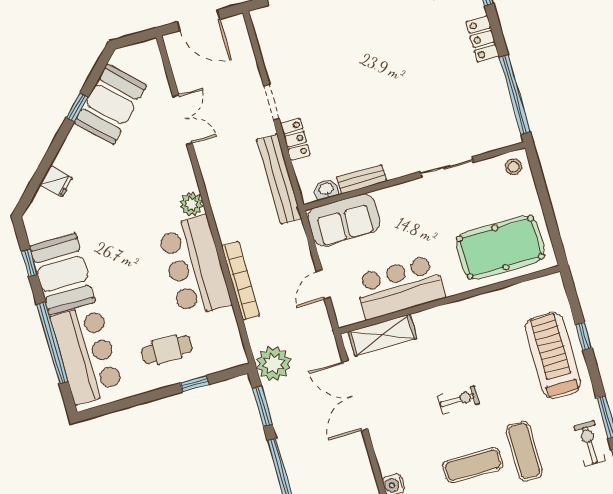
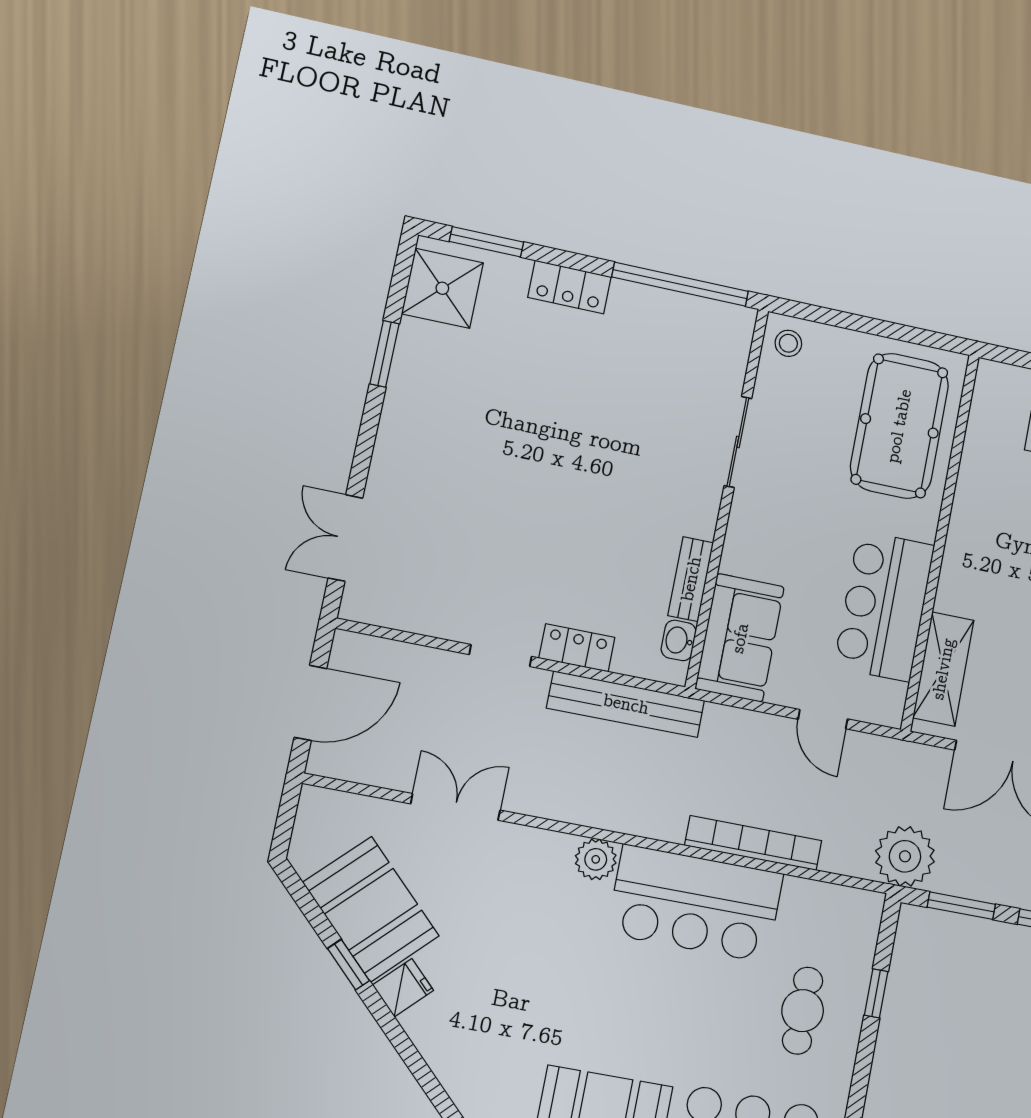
fridge: (56, 181) -> (403, 988), moved

